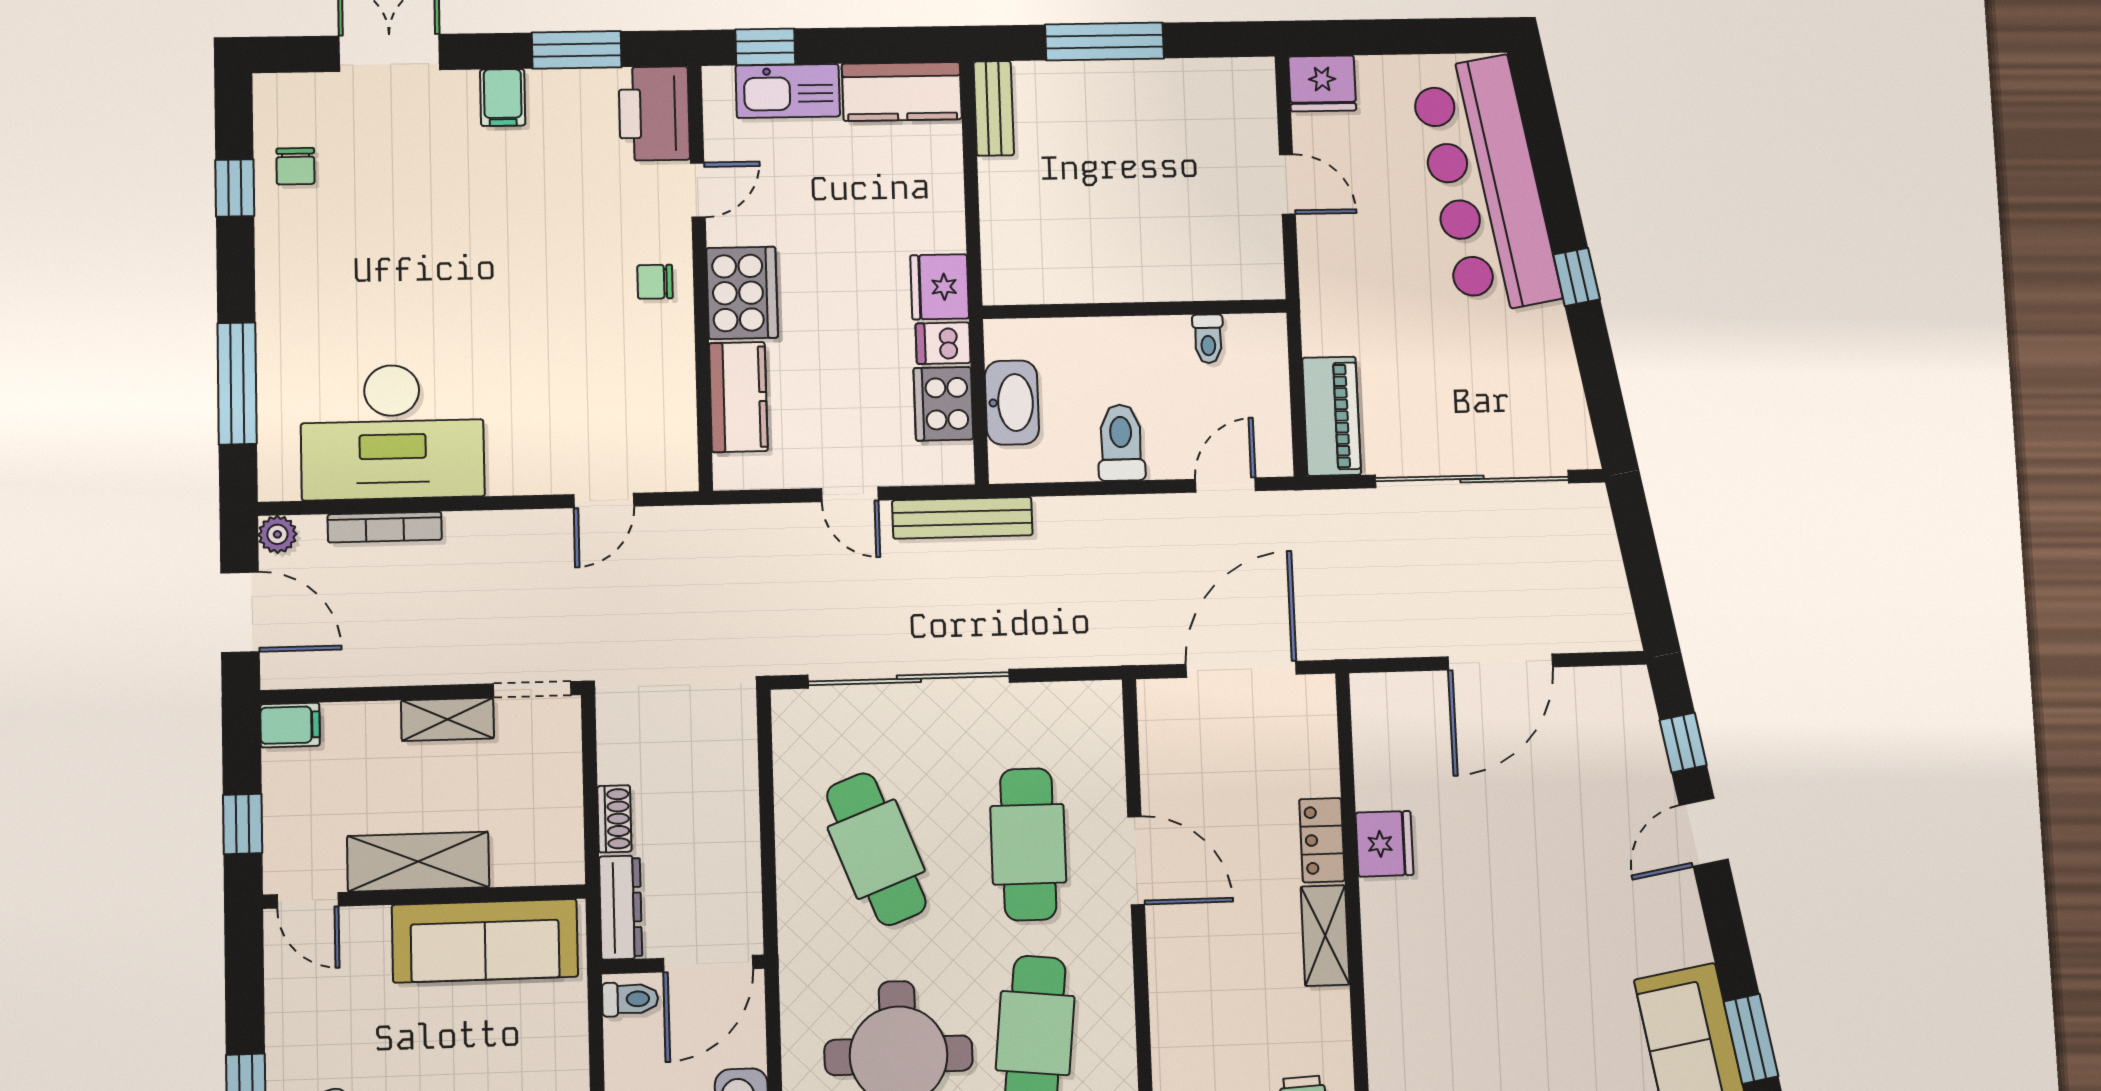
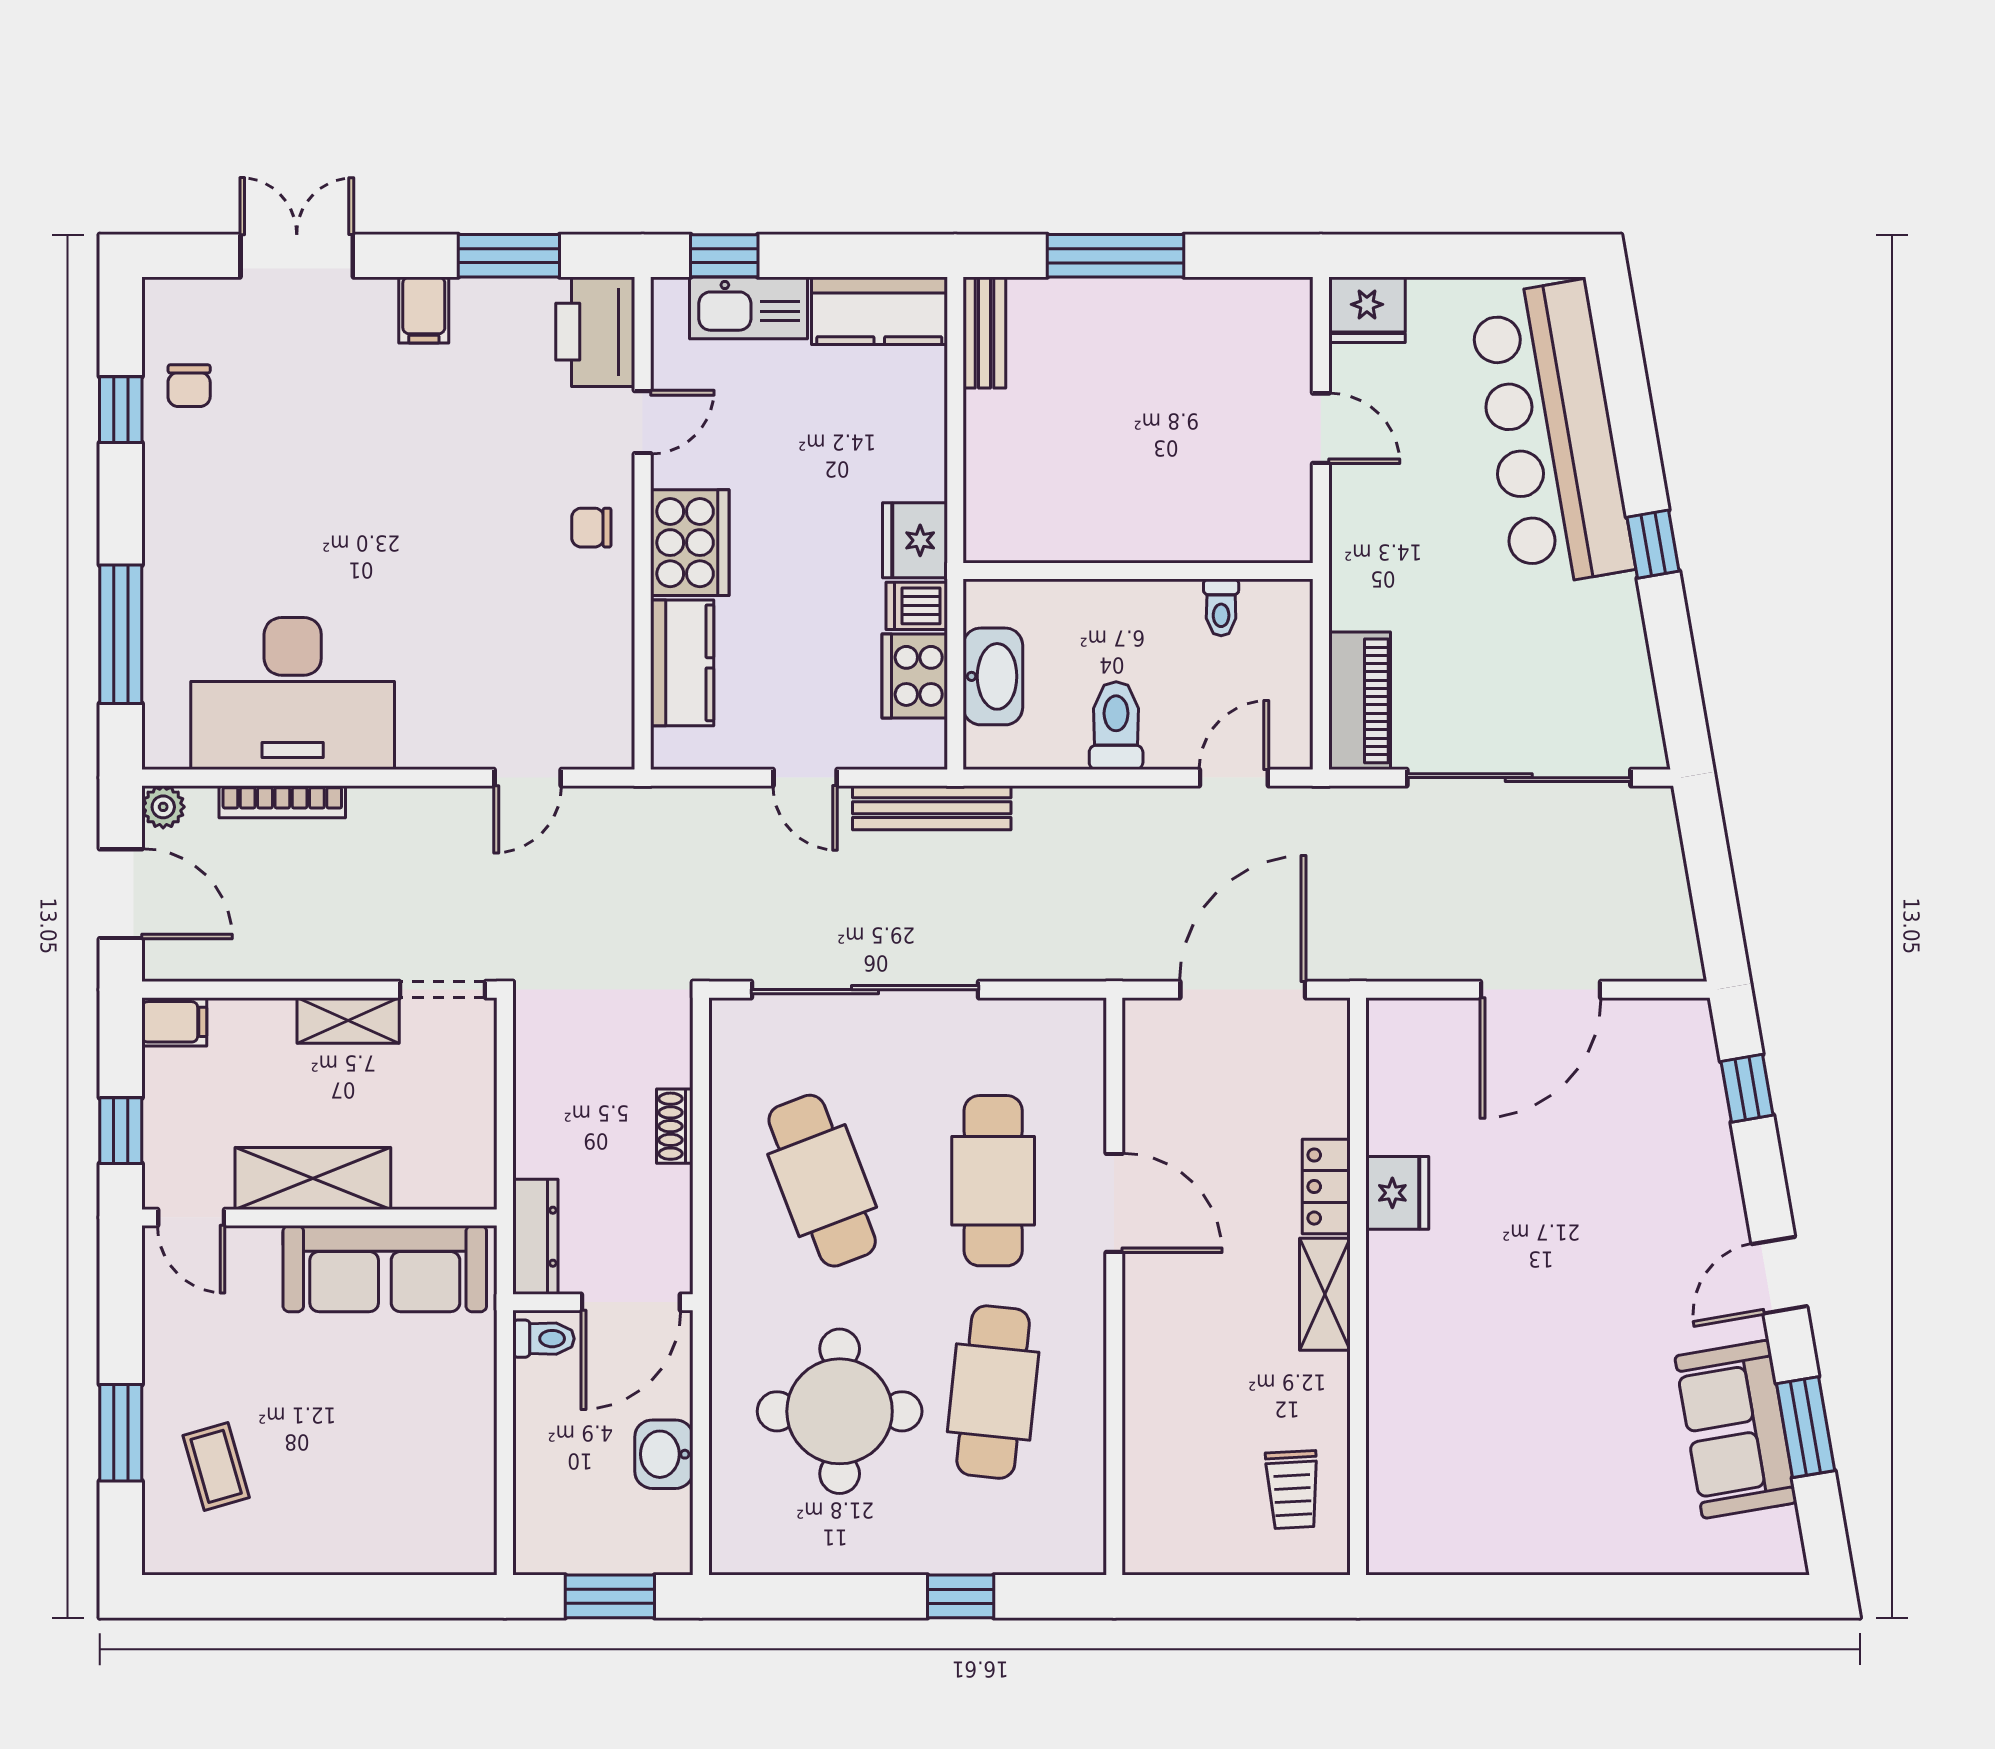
shoe rack: (614, 819) -> (675, 1126), moved, turned 180
door: (1704, 832) -> (1779, 1275), moved

